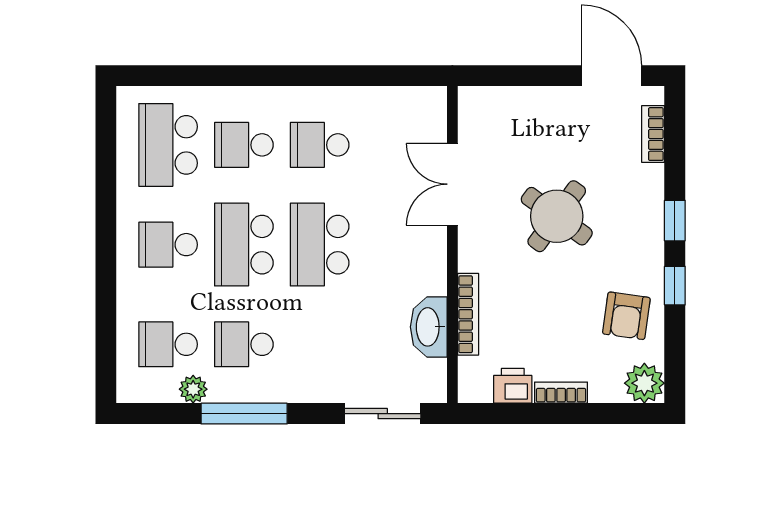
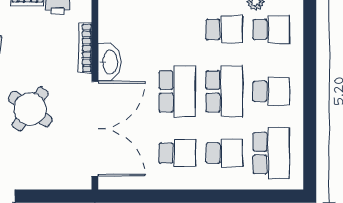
double door: (452, 184) -> (95, 129), width x1.87
washbasin: (429, 327) -> (109, 62), moved

